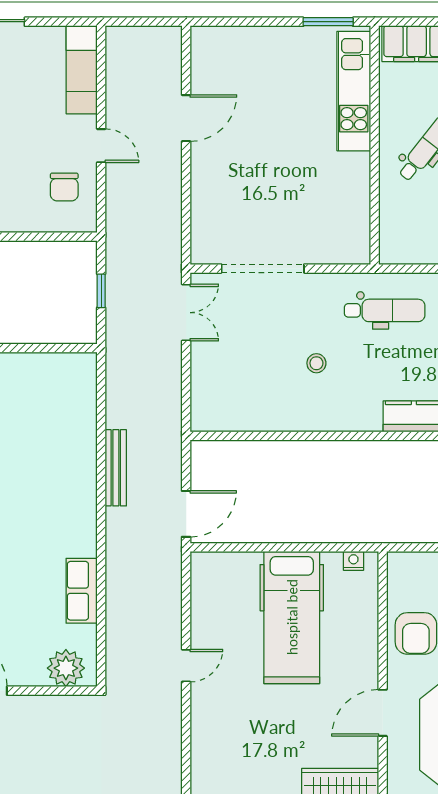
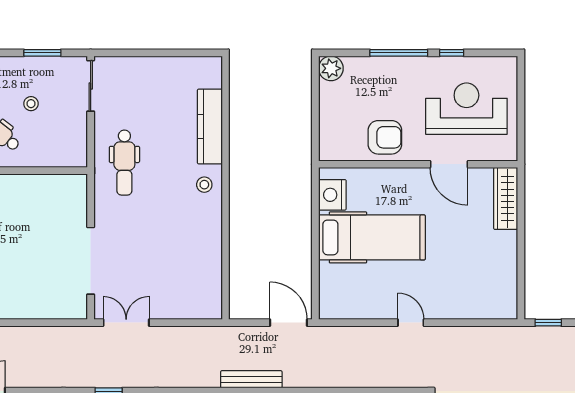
dental chair: (385, 310) -> (124, 163), turned 180
stool: (316, 363) -> (204, 185), moved
nightstand: (353, 561) -> (332, 195), width x1.89, depth x1.79

